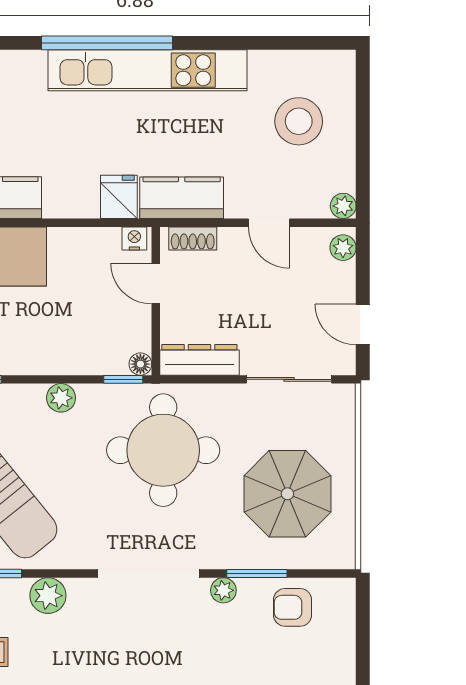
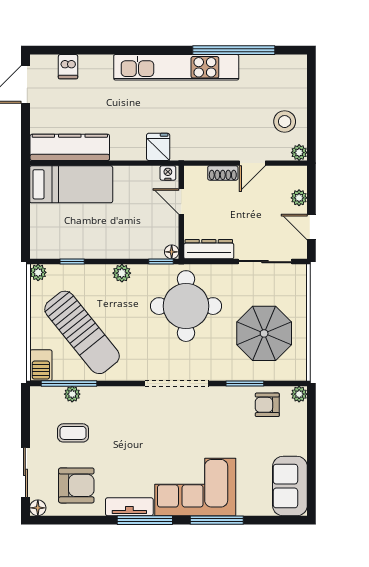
window: (107, 43) -> (234, 50), moved
stool: (299, 121) -> (285, 122), moved, width x0.73, depth x0.73
kitchen counter: (182, 198) -> (198, 147), removed
door: (269, 223) -> (252, 163), hinge flipped
shoe rack: (193, 238) -> (223, 173), moved
plant: (343, 248) -> (299, 198), moved
plant: (223, 590) -> (299, 394), moved
plant: (48, 596) -> (114, 397), removed

